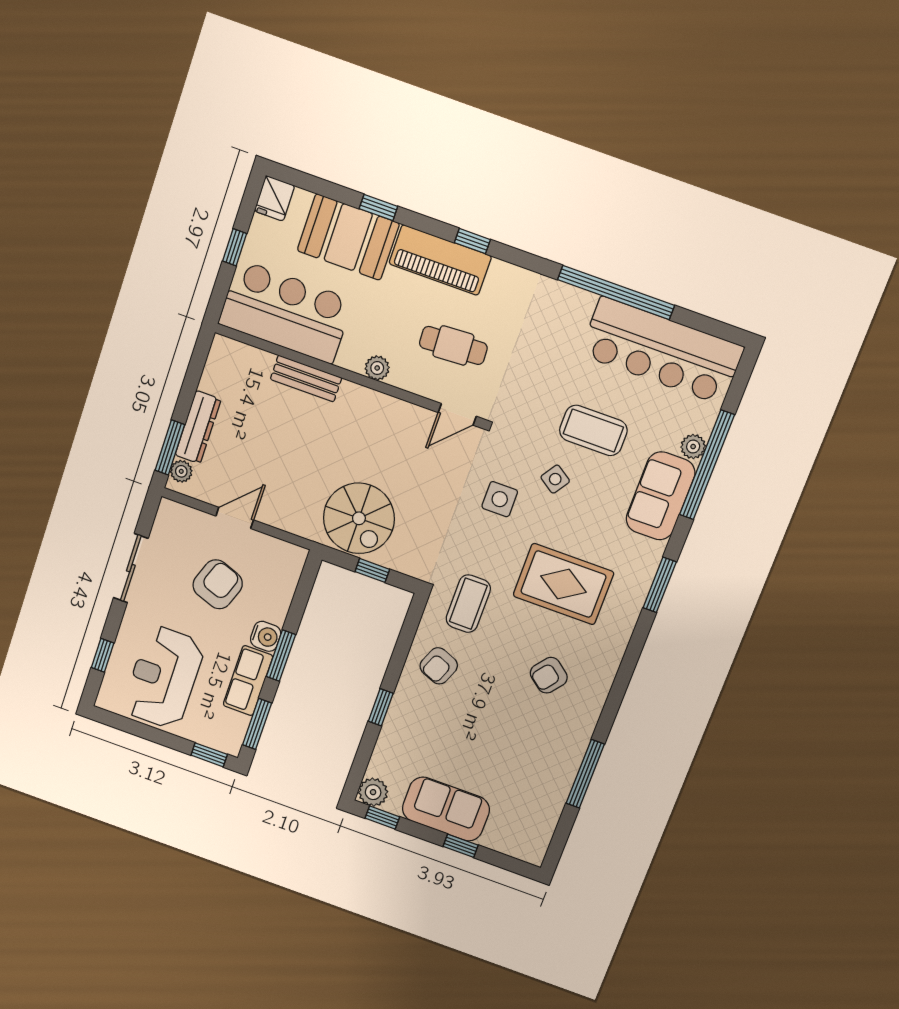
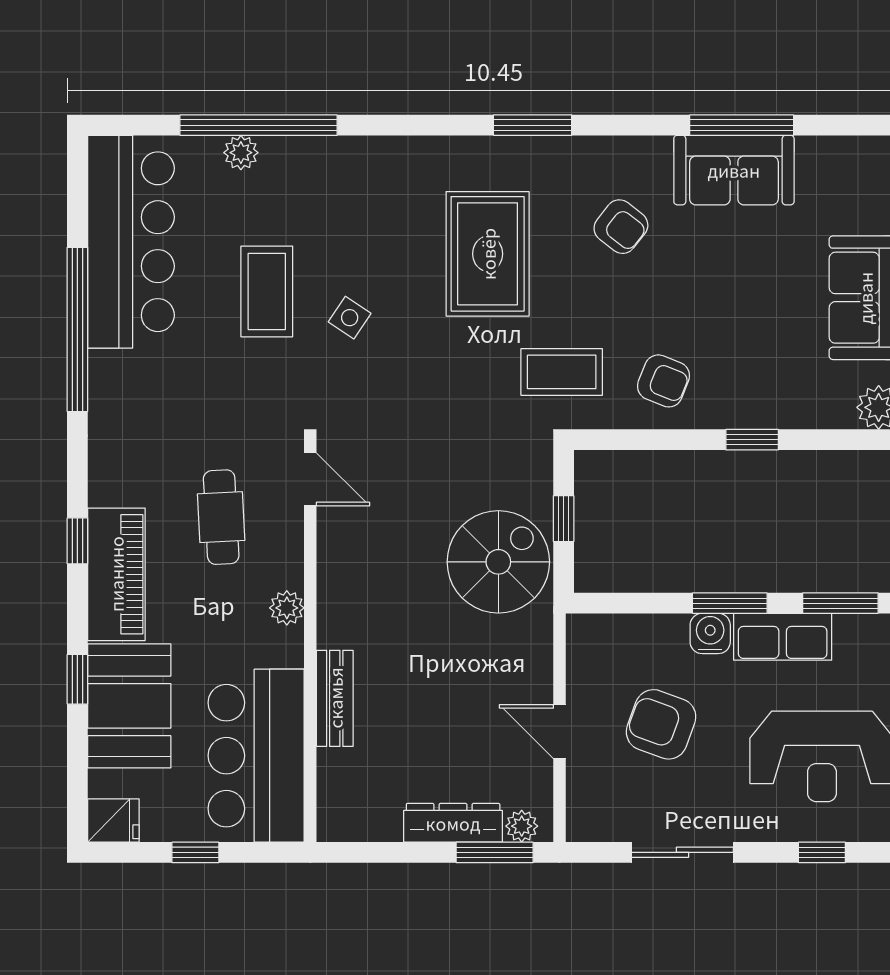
sofa: (660, 496) -> (734, 170), moved
side table: (500, 499) -> (403, 382), removed
window: (660, 585) -> (533, 125), moved

